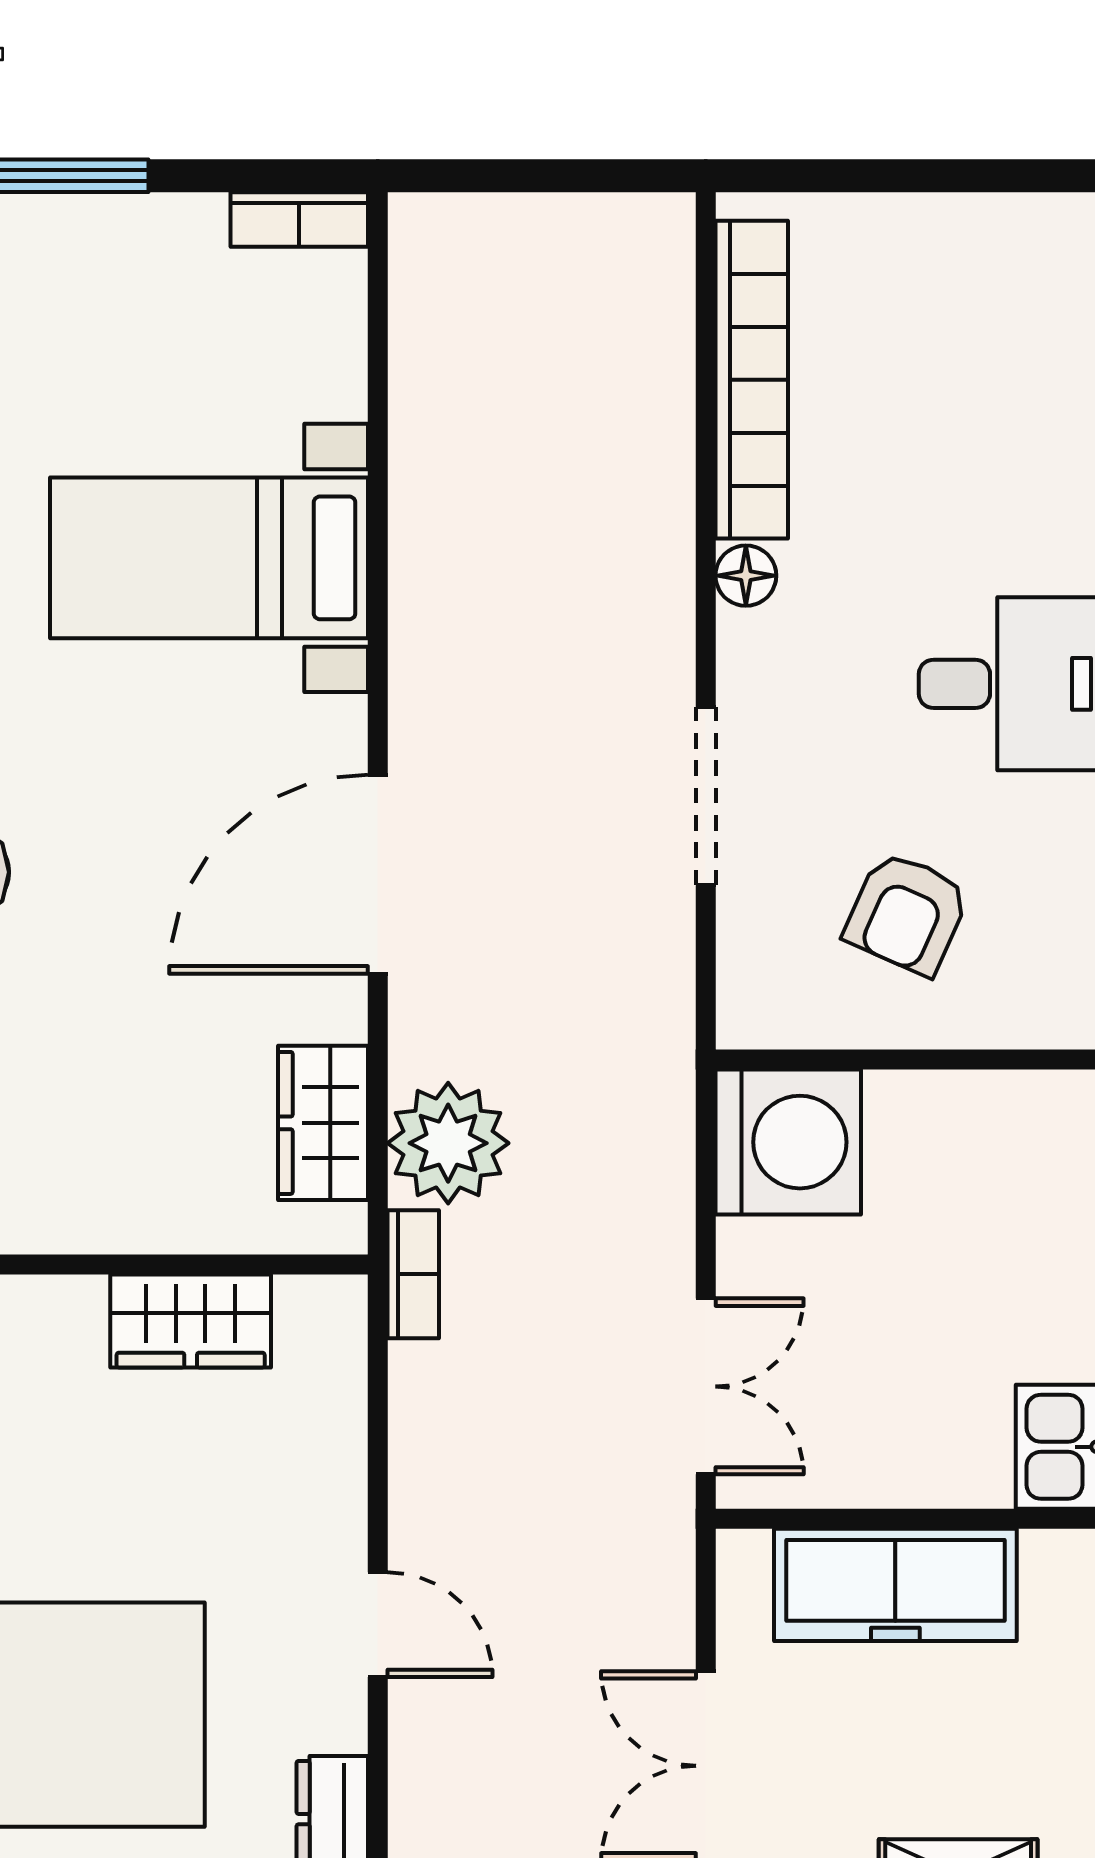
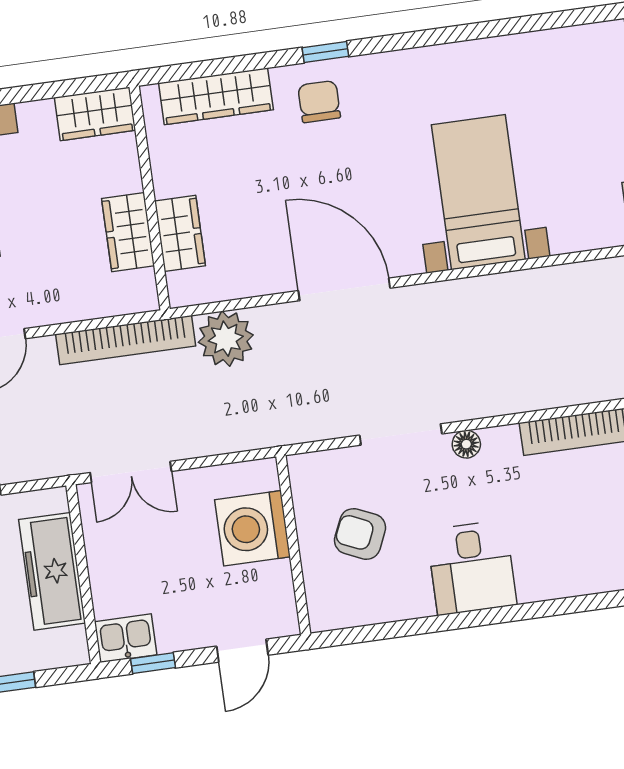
floor lamp: (746, 576) -> (466, 444), moved
wardrobe: (323, 1123) -> (180, 233), moved, turned 90
washing machine: (788, 1142) -> (253, 528), moved, turned 90
bookcase: (413, 1274) -> (126, 340), width x2.31, depth x1.31

